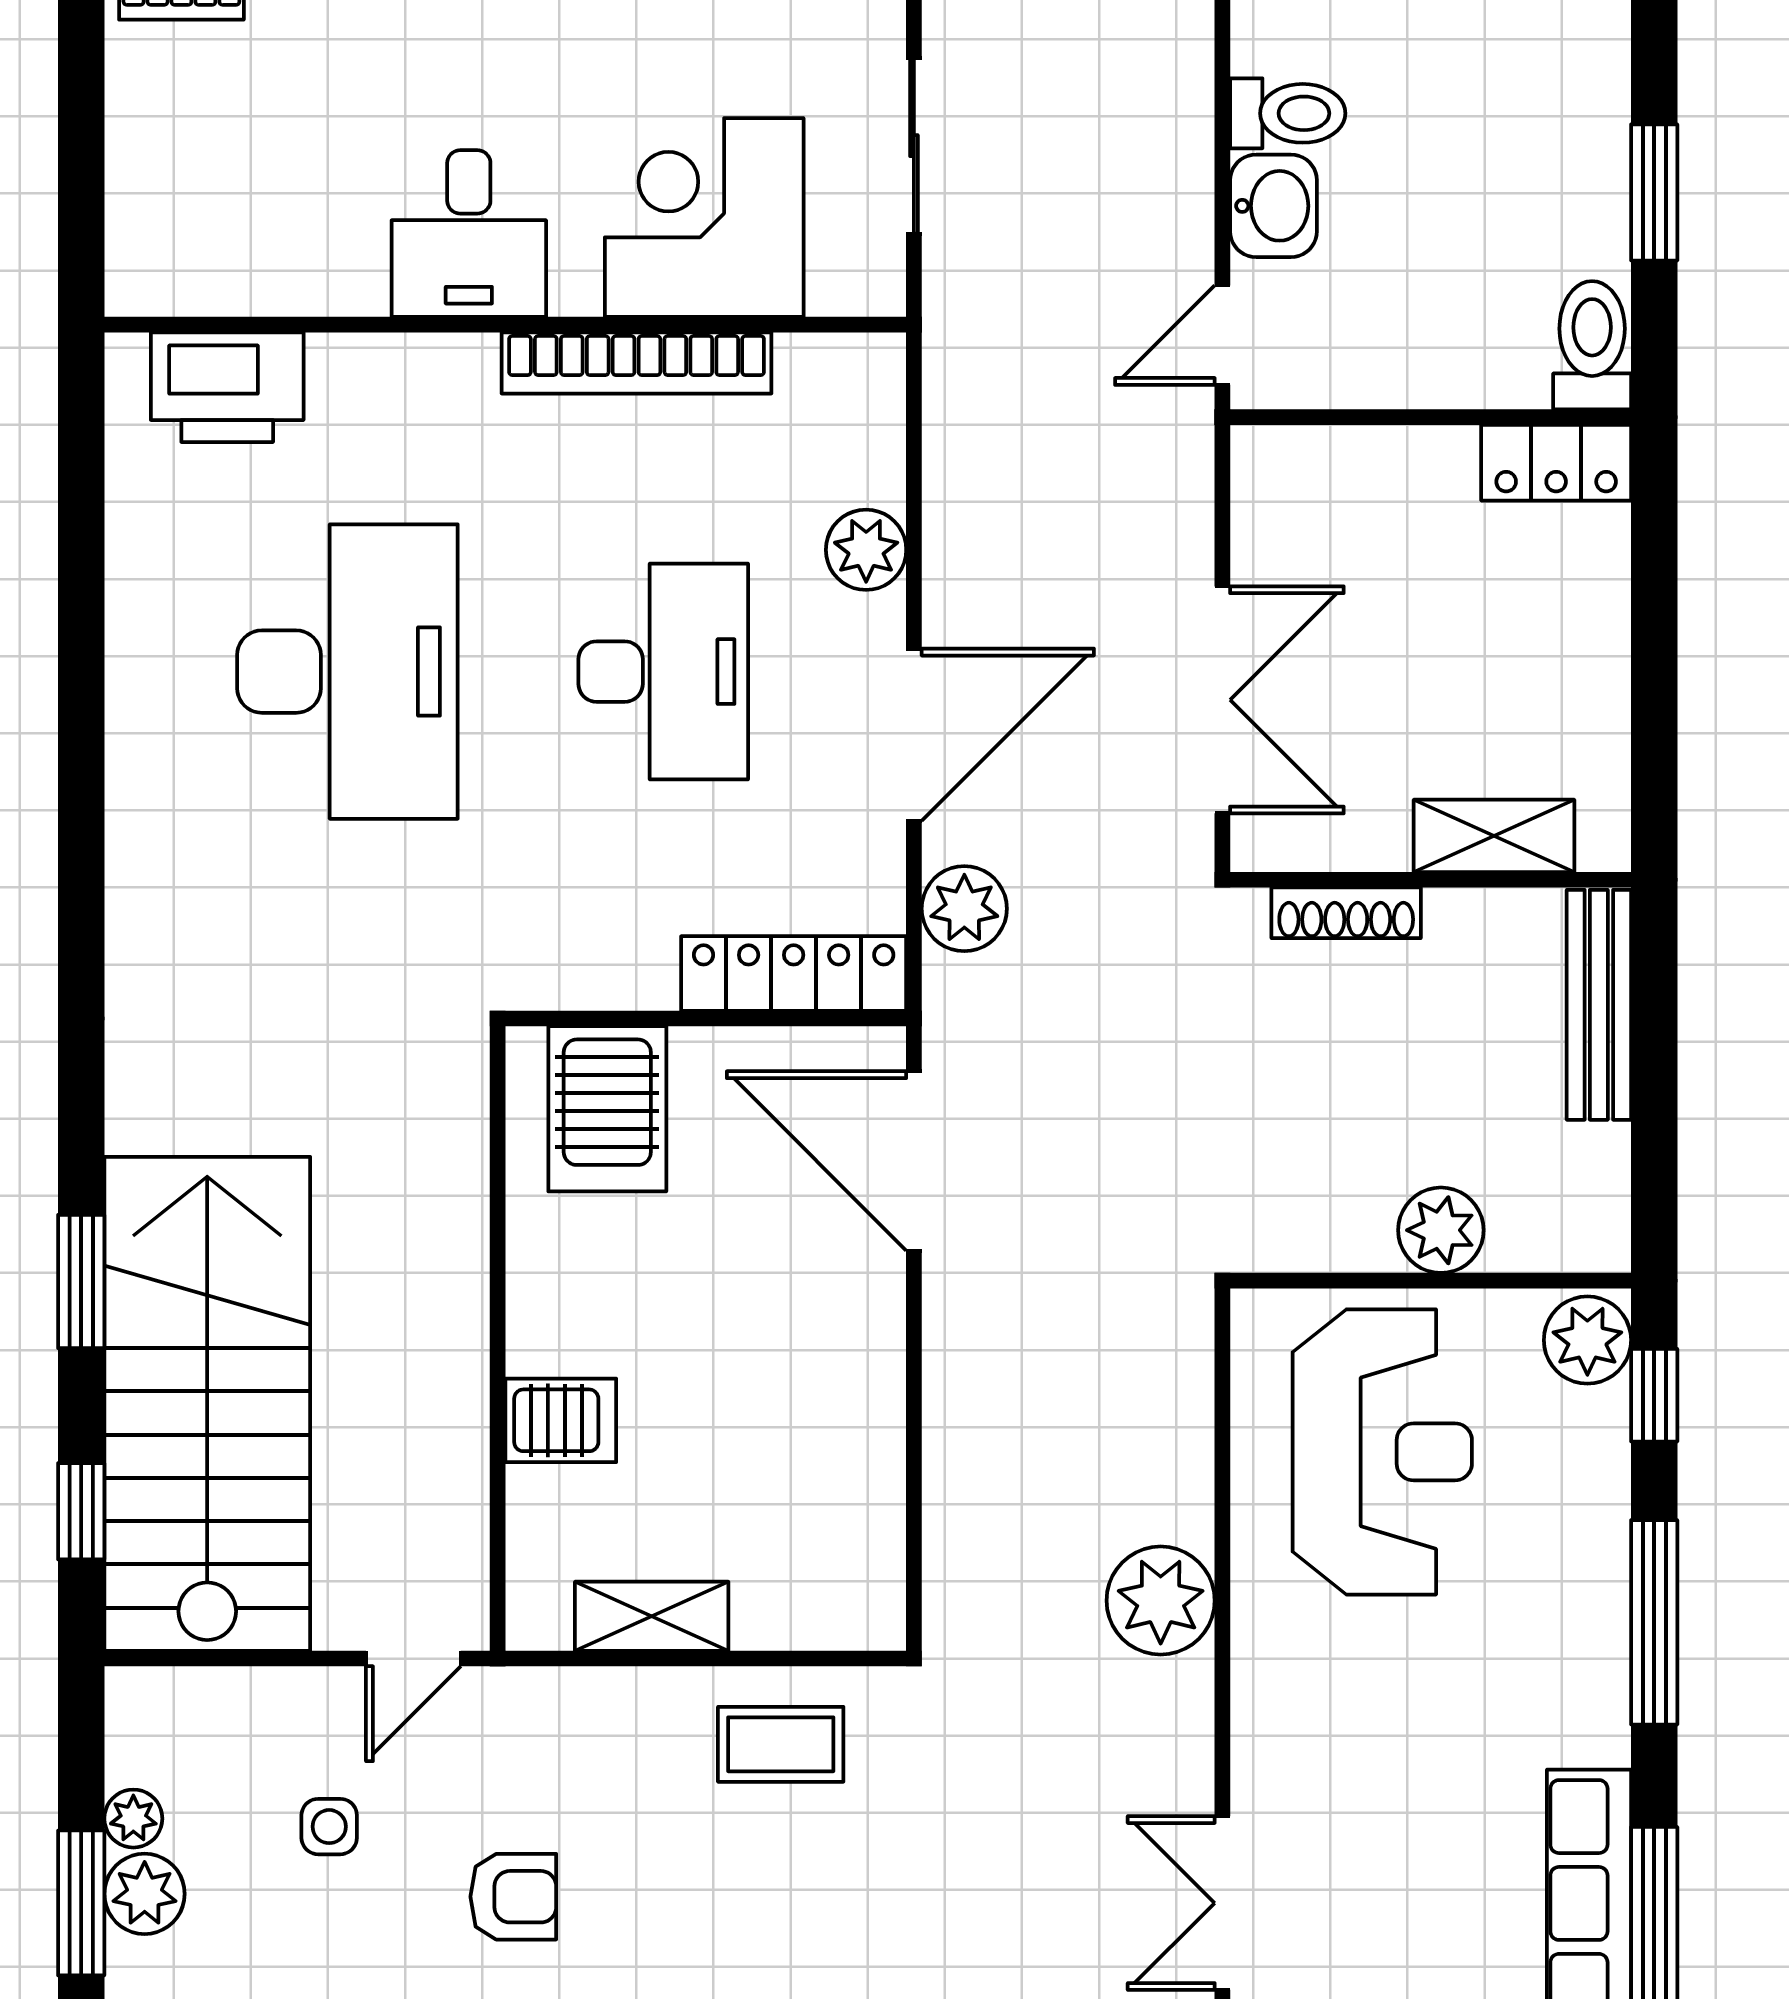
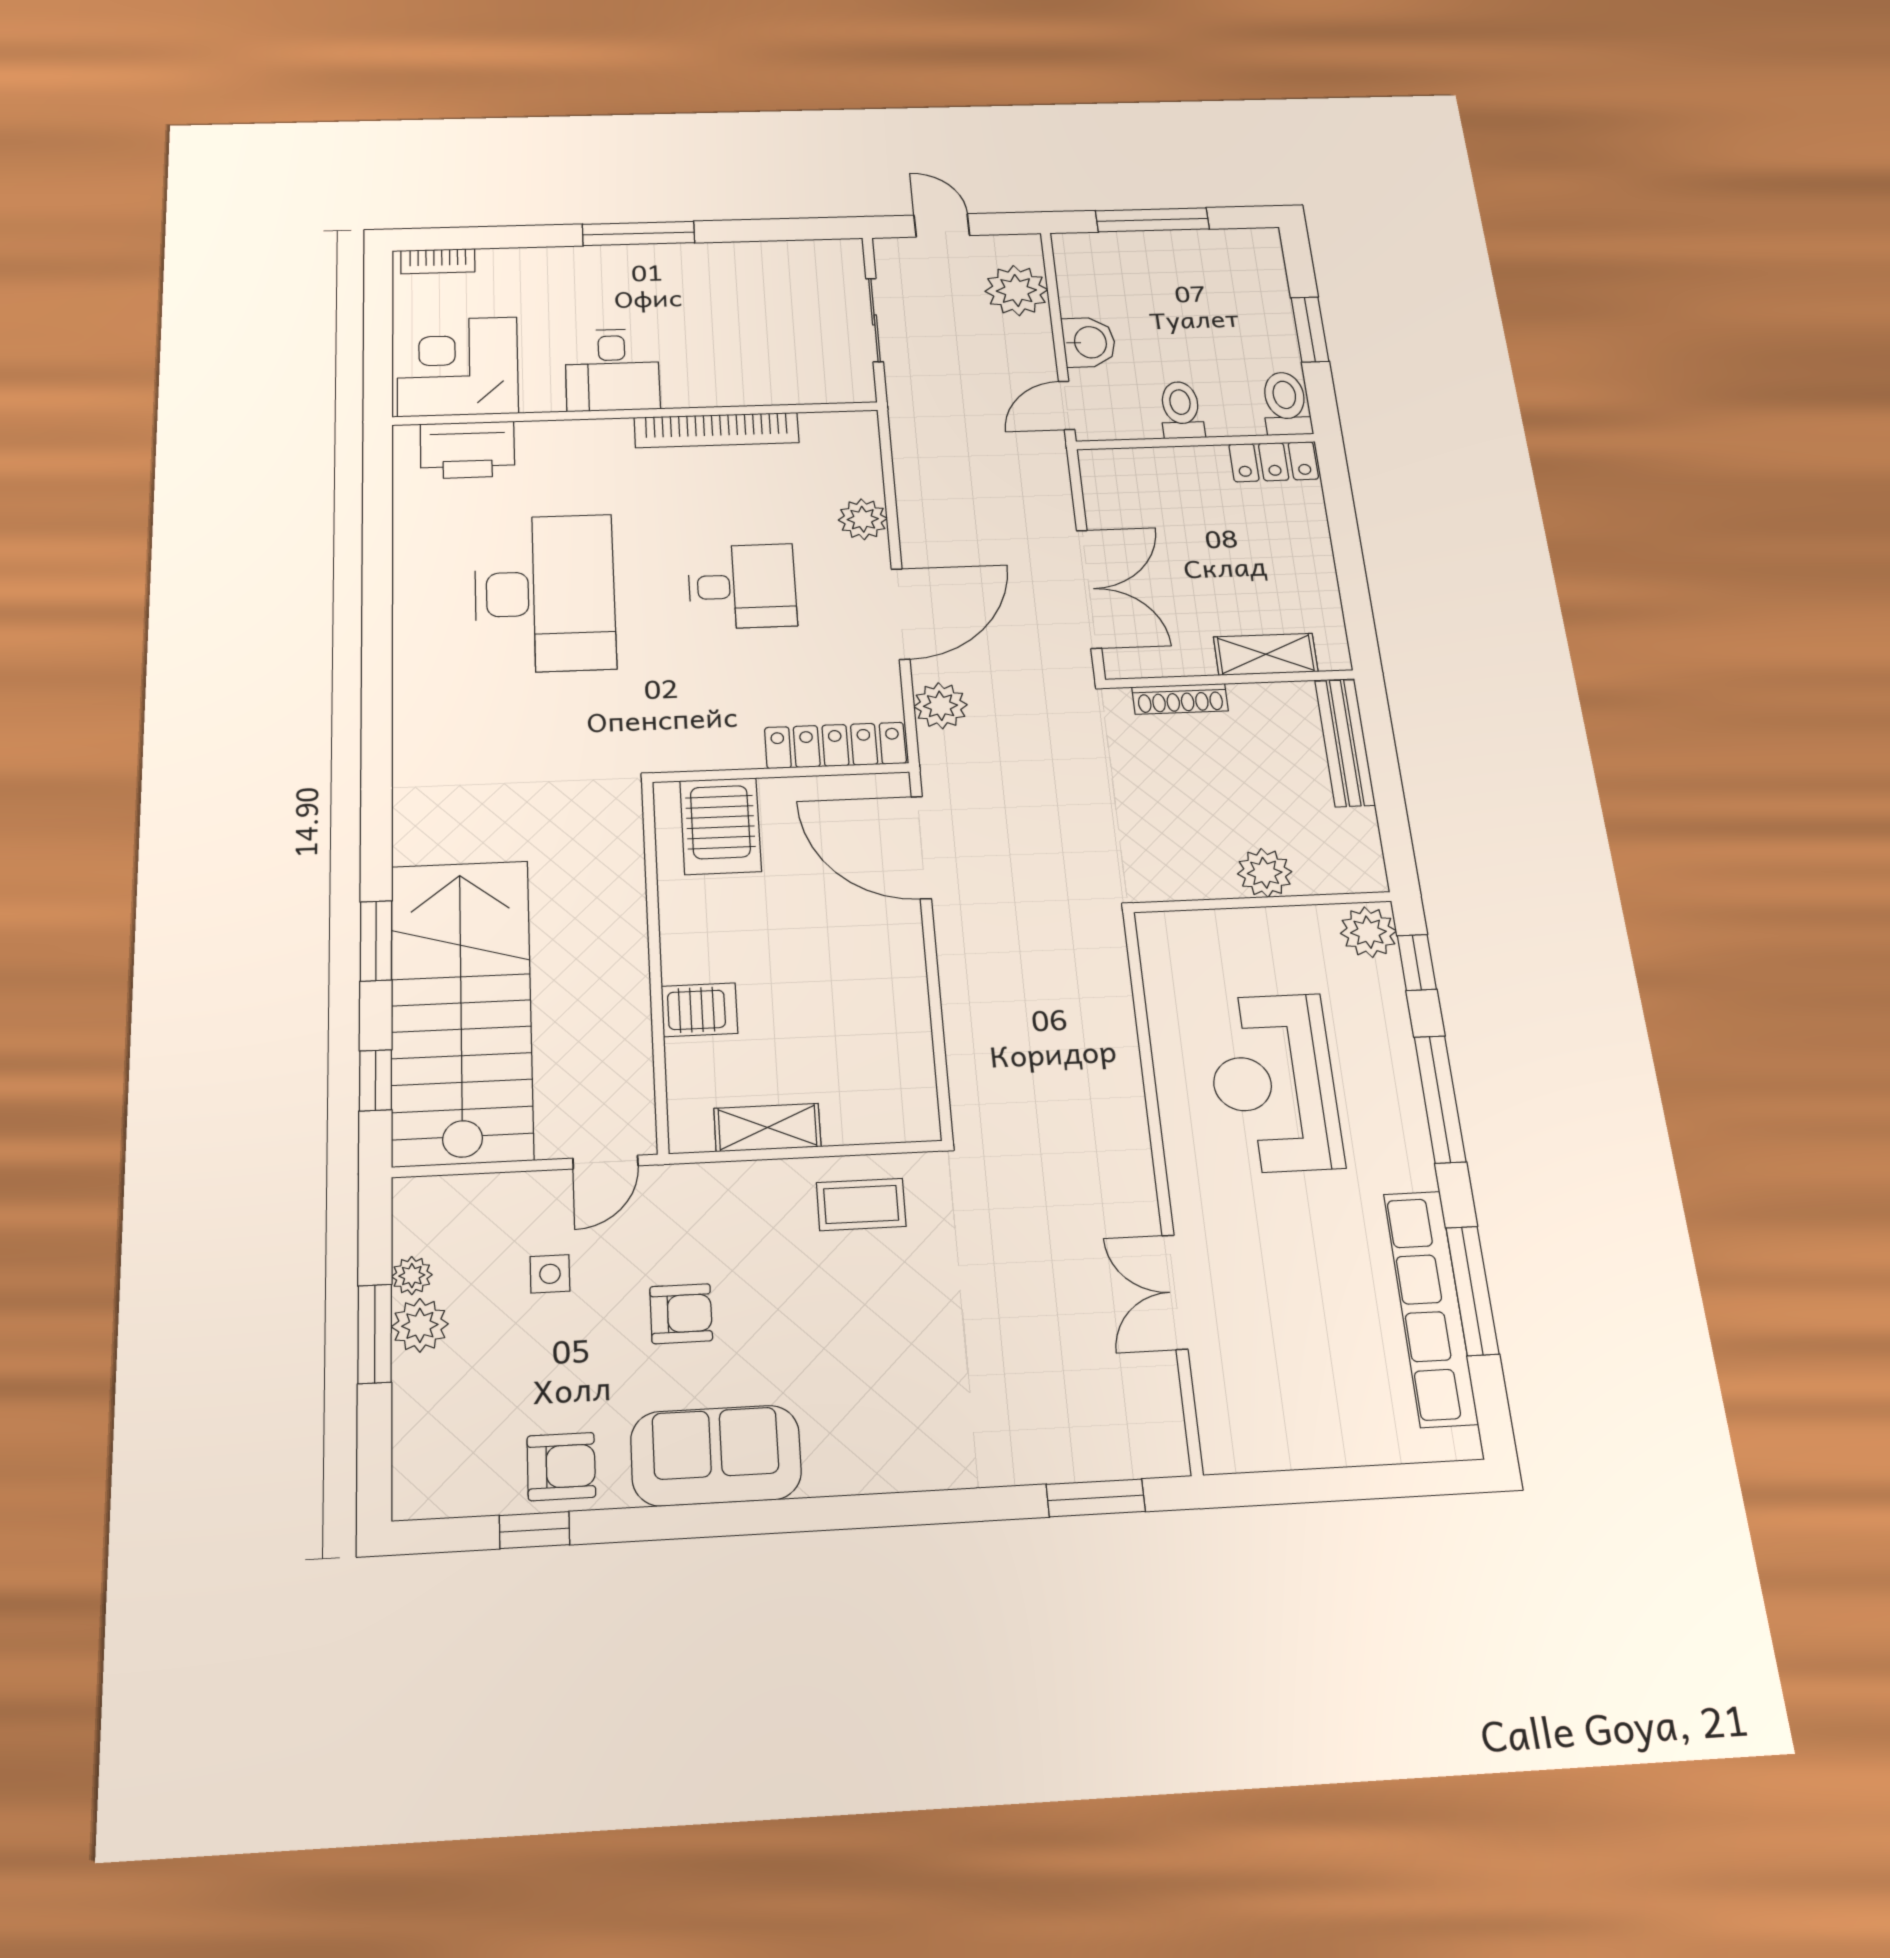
toilet: (1288, 113) -> (1181, 410), moved, turned -90
corner desk: (704, 217) -> (458, 367), moved
desk: (663, 672) -> (742, 586), width x0.73
reception desk: (1382, 1452) -> (1273, 1083), moved, turned 180
plant: (1161, 1601) -> (1016, 291), moved

